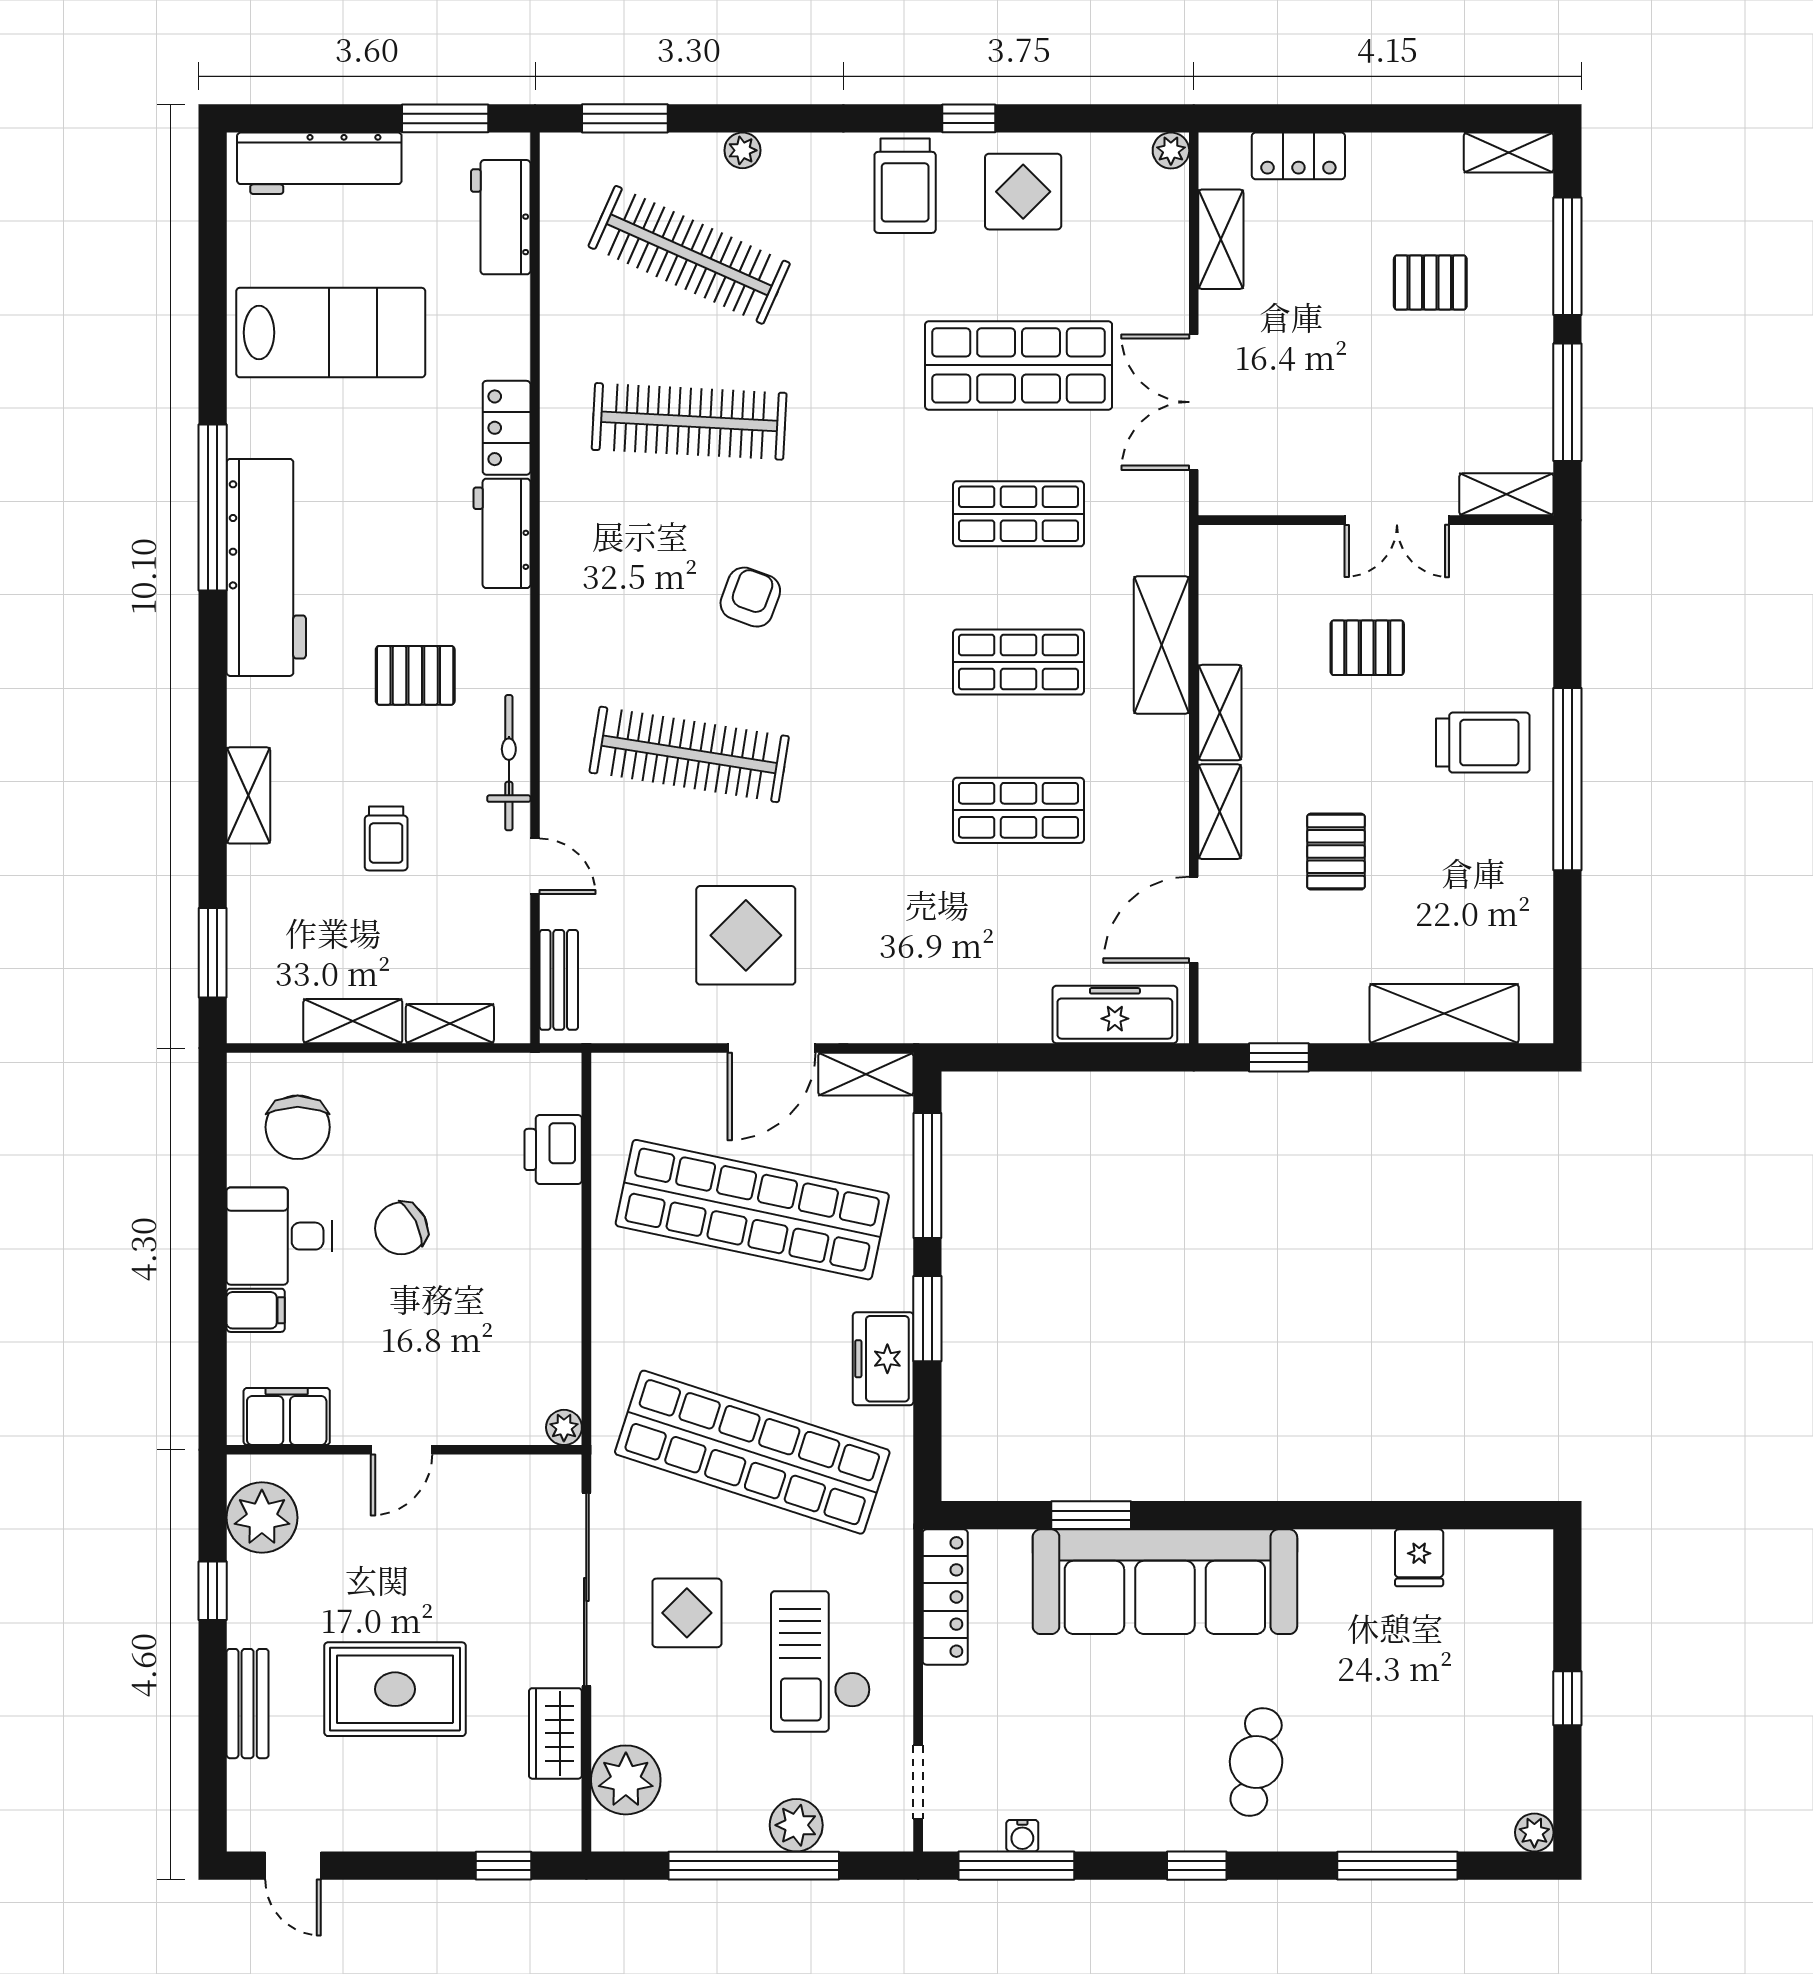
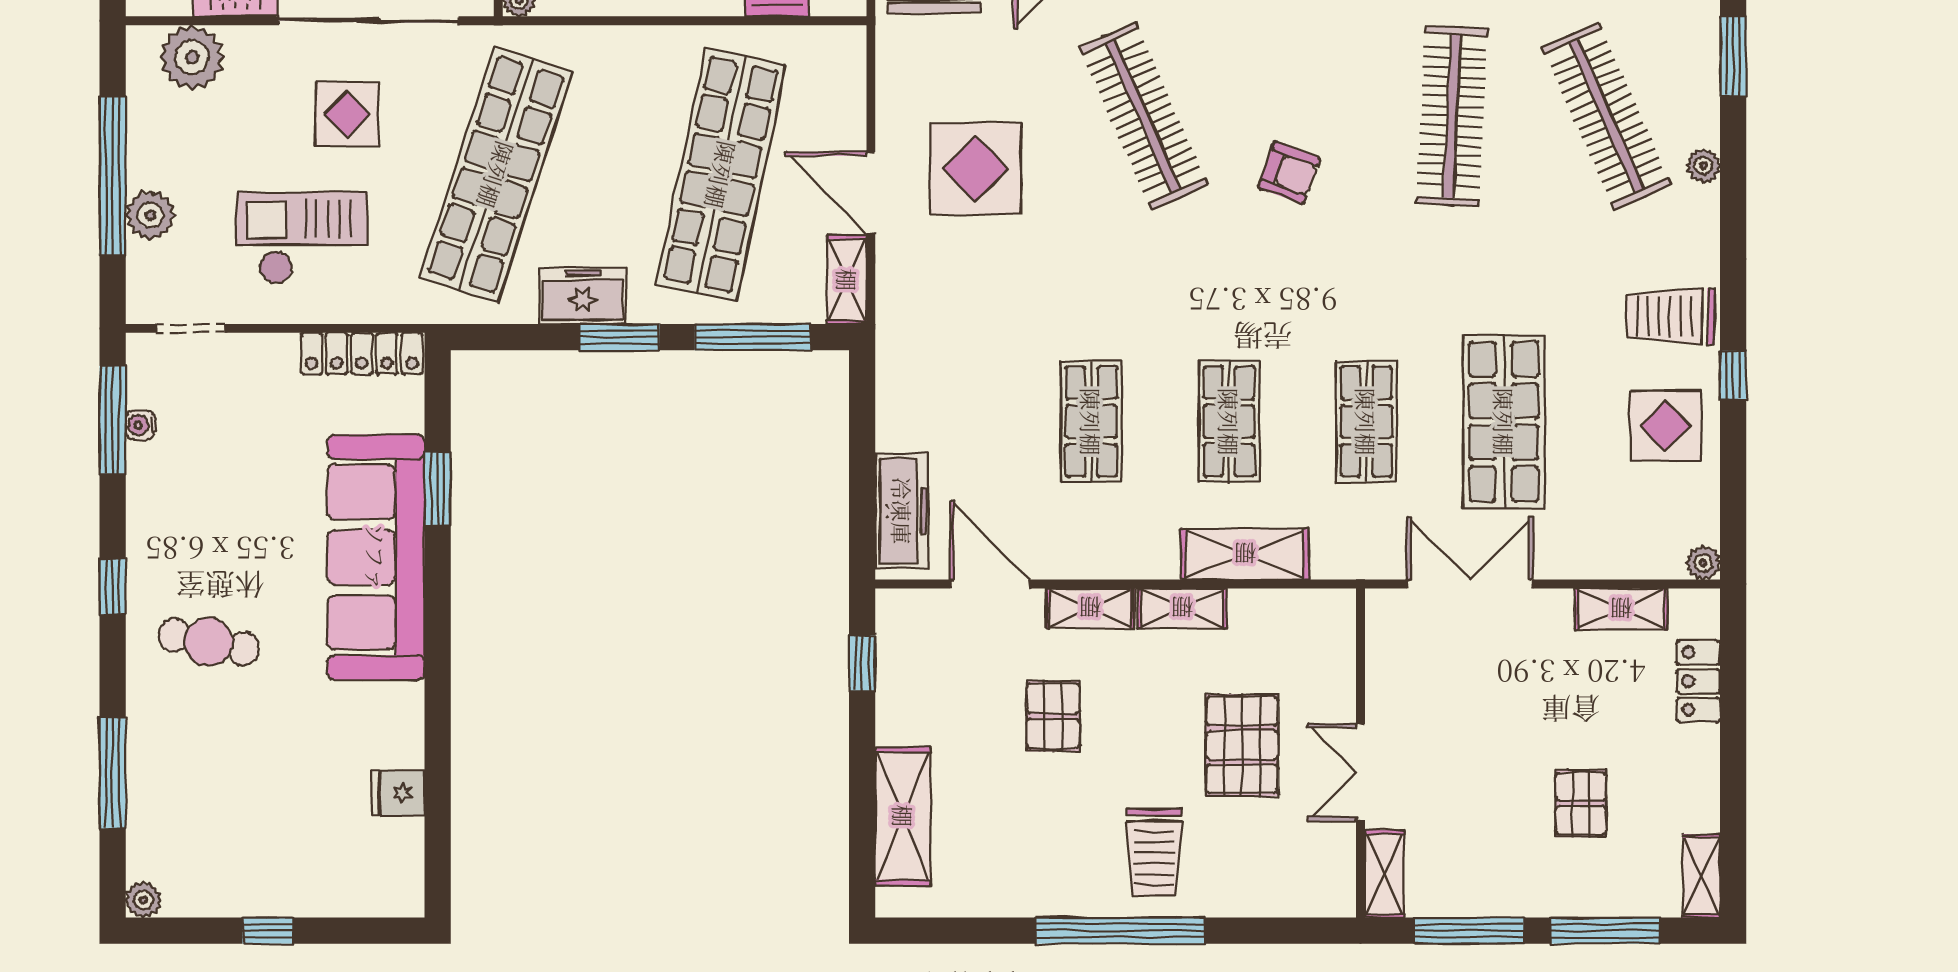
clothes rail: (689, 255) -> (1607, 116), turned -48
pallet: (1367, 648) -> (1242, 745), width x1.50, depth x1.42
clothes rail: (689, 754) -> (1143, 116), turned -33
pallet: (1336, 852) -> (1053, 716), turned 90

